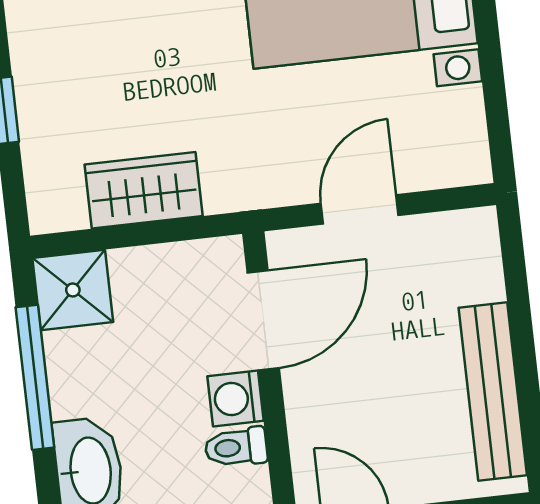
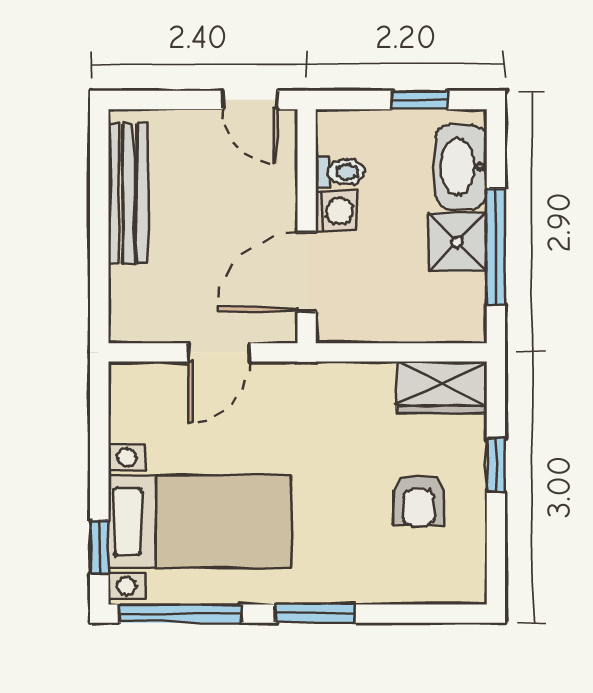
armchair: (94, 56) -> (419, 500), added
wardrobe: (144, 190) -> (442, 388), moved
shower: (73, 290) -> (457, 242), moved

